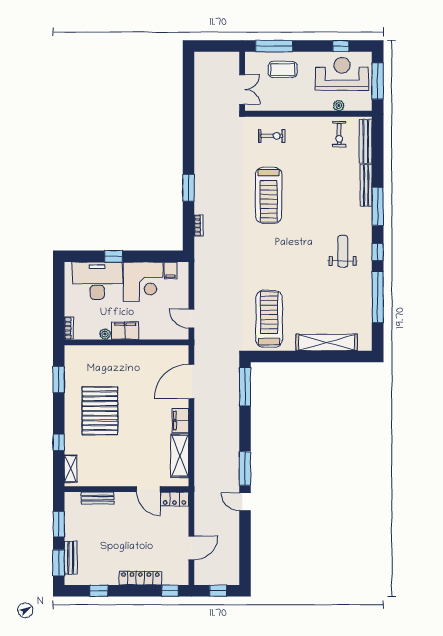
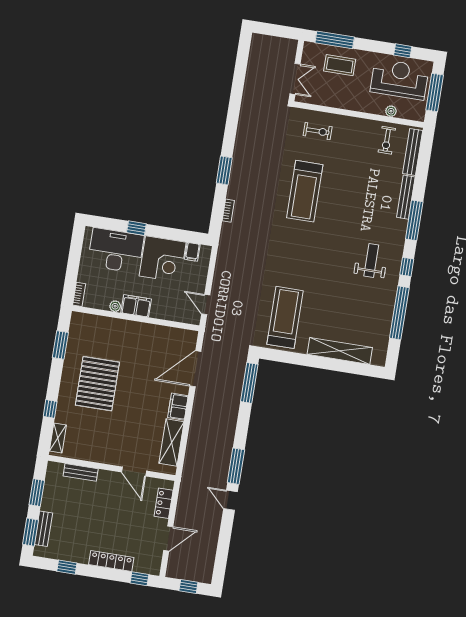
locker: (175, 499) -> (164, 503), moved, turned 90

